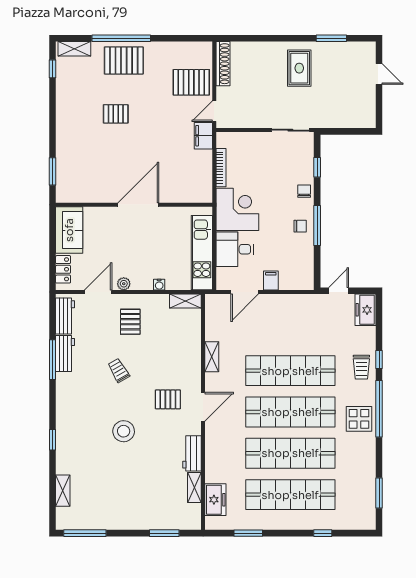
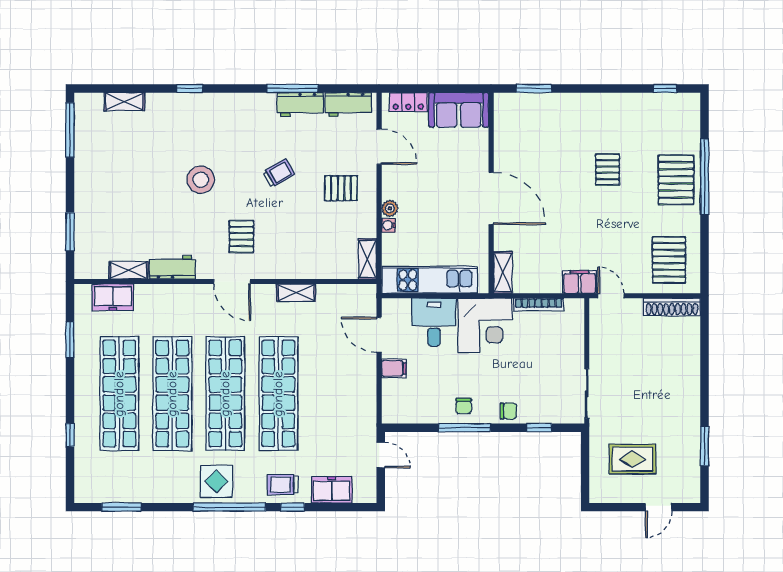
shelving: (74, 49) -> (503, 272), moved
rug: (299, 68) -> (633, 459), moved
pallet: (191, 82) -> (669, 260), moved
plant: (124, 284) -> (390, 208), moved
freezer: (366, 310) -> (332, 490), moved

